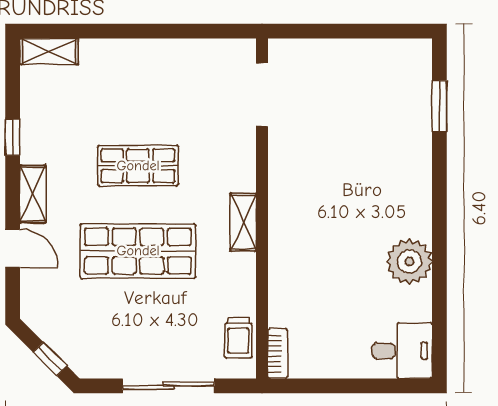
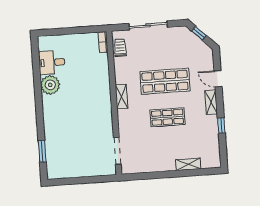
shelving: (49, 51) -> (188, 164), moved
desk: (402, 351) -> (52, 62), moved

